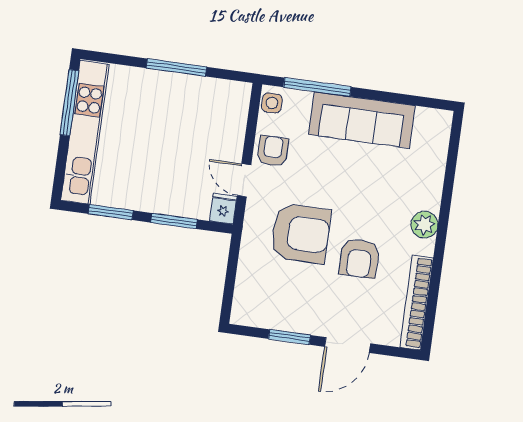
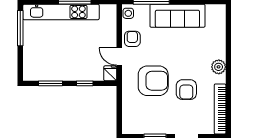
kitchen unit: (85, 132) -> (61, 12), moved, turned 90
window: (174, 221) -> (85, 83), width x0.67

